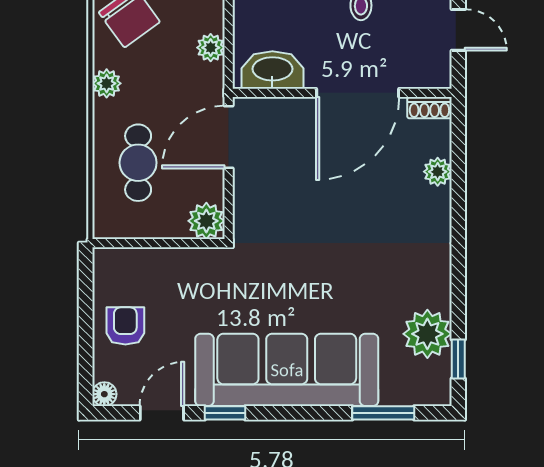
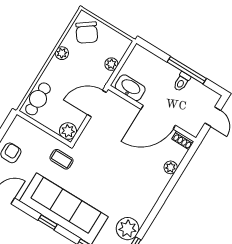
cafe table: (138, 163) -> (38, 99), moved
coffee table: (226, 280) -> (61, 159), added
window: (225, 413) -> (48, 222), moved

